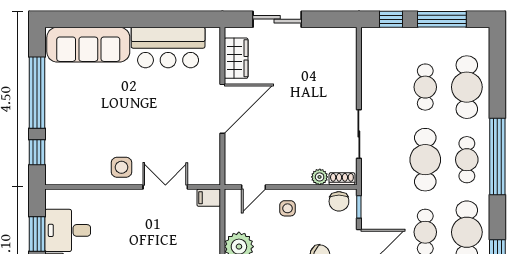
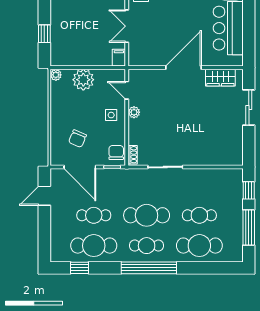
door: (222, 109) -> (184, 68), swing flipped
plant: (320, 177) -> (134, 112), moved
double door: (165, 187) -> (127, 26), swing flipped
chair: (339, 201) -> (116, 153), turned 90

